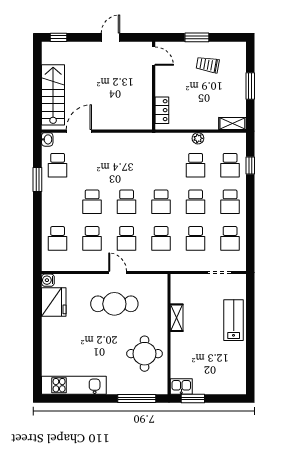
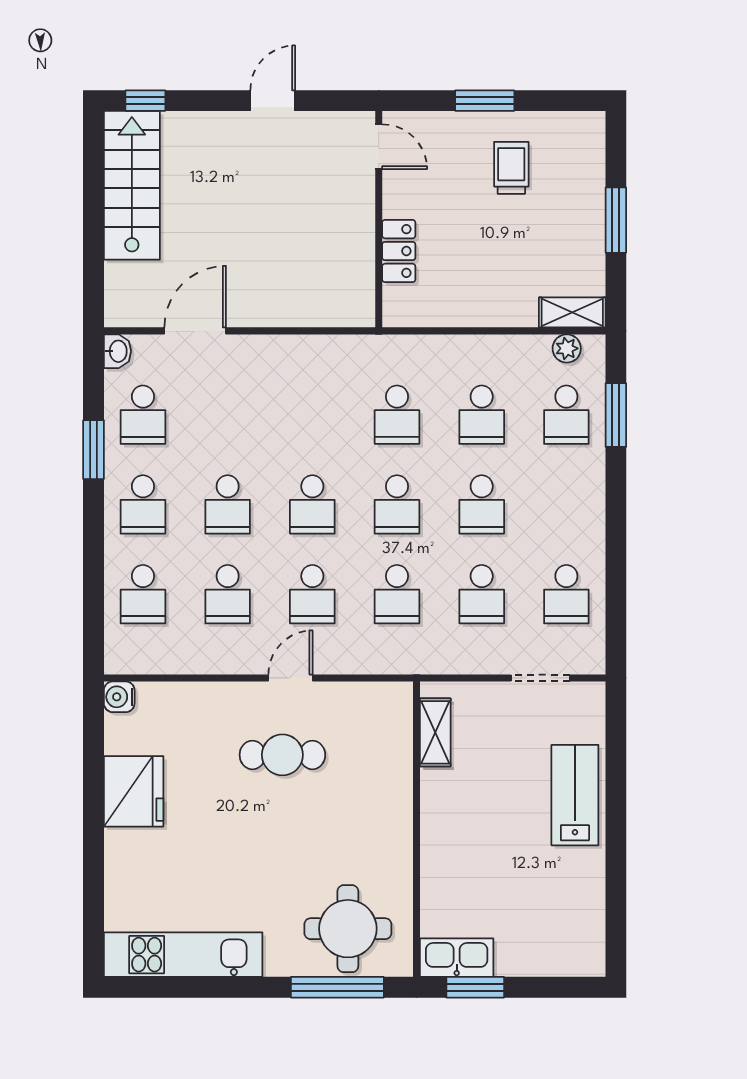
trolley: (208, 65) -> (511, 168), turned 80
stairs: (53, 95) -> (132, 185), moved
locker: (162, 110) -> (399, 251), moved
plant: (198, 138) -> (567, 348), moved
window: (250, 165) -> (616, 415), width x1.50
school desk: (58, 202) -> (143, 504), added
school desk: (230, 202) -> (397, 415), moved
door: (118, 272) -> (290, 678), hinge flipped
fridge: (54, 302) -> (134, 791), moved
cafe table: (114, 304) -> (282, 755), width x0.73, depth x0.74
shelving: (177, 318) -> (435, 732), moved
round table: (145, 354) -> (348, 929), moved
kitchen sink: (181, 386) -> (457, 958), width x1.38

